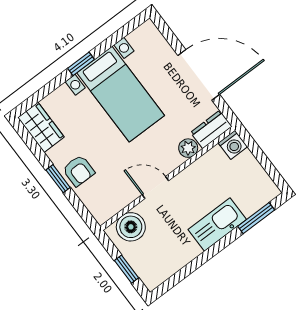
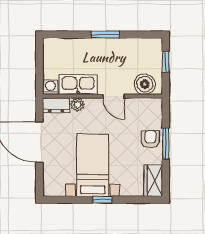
window: (58, 179) -> (166, 144), width x1.50
window: (256, 218) -> (105, 35), moved
kitchen sink: (217, 225) -> (78, 85), moved, turned 180

